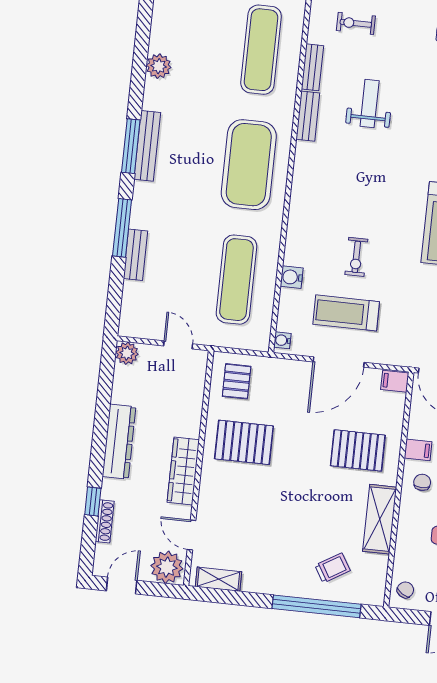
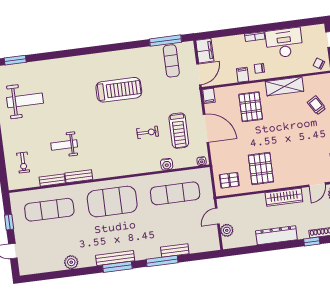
plant: (127, 353) -> (227, 230), moved

